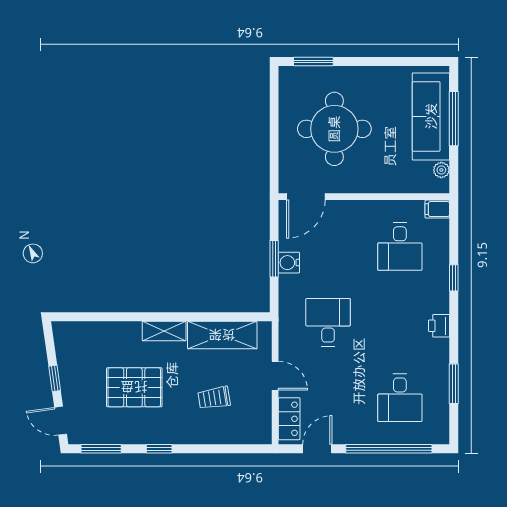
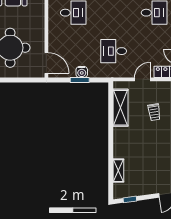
shelving: (164, 331) -> (118, 171), moved
window: (55, 378) -> (130, 199), moved
pallet: (134, 387) -> (149, 155), removed

